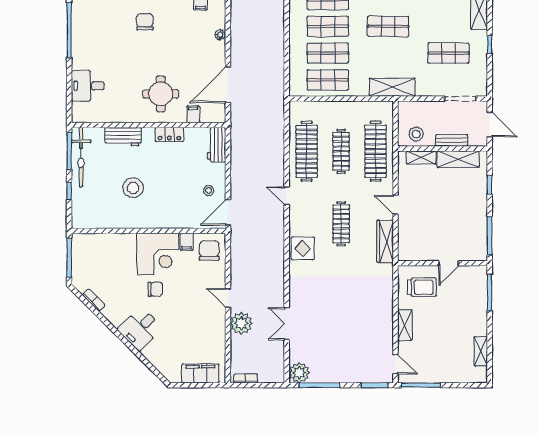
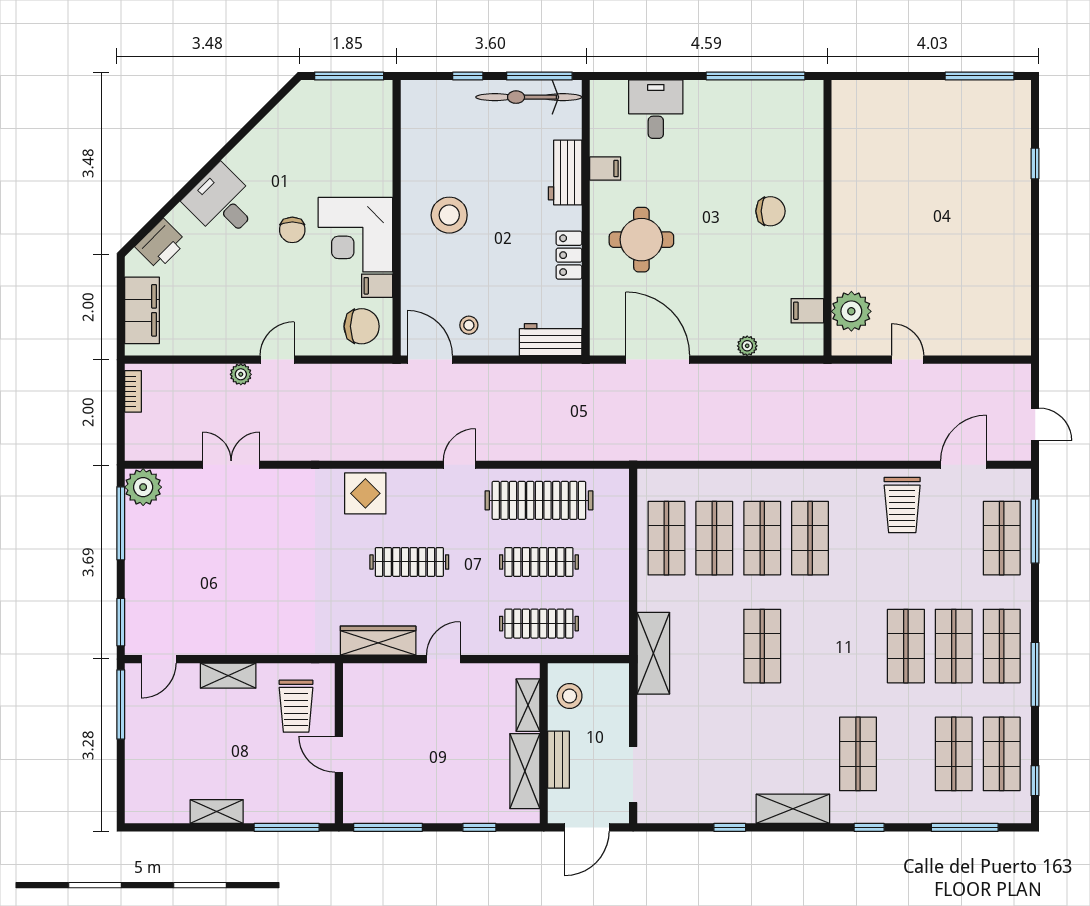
shop shelf: (449, 53) -> (714, 754), removed
filing cabinet: (193, 114) -> (605, 169), moved
clothes rail: (376, 151) -> (539, 624), width x0.73, depth x0.76
stool: (133, 188) -> (449, 215), moved
bookcase: (94, 300) -> (273, 120), removed
plant: (241, 323) -> (241, 374), width x0.53, depth x0.53
shelving: (481, 351) -> (217, 811), moved
printer: (163, 363) -> (161, 244), added

